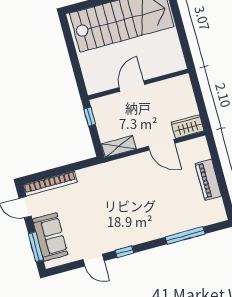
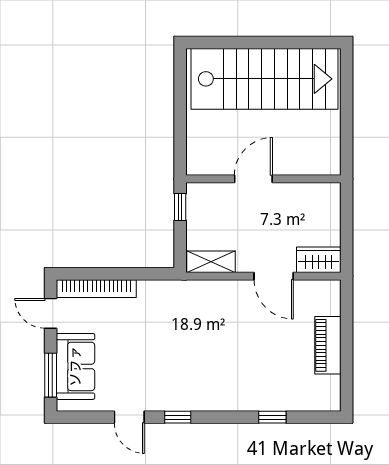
window: (185, 235) -> (272, 417), width x0.46

